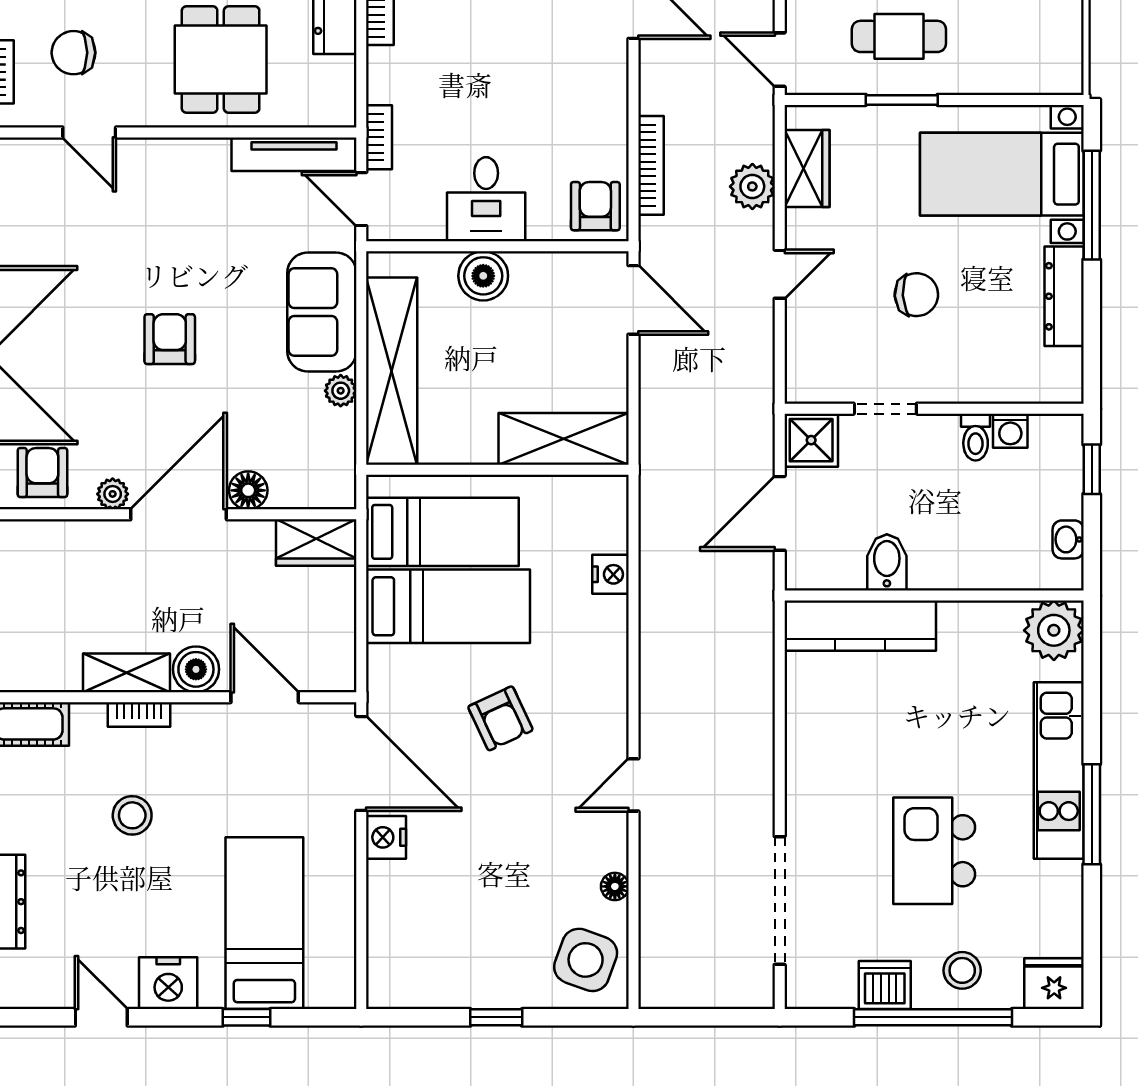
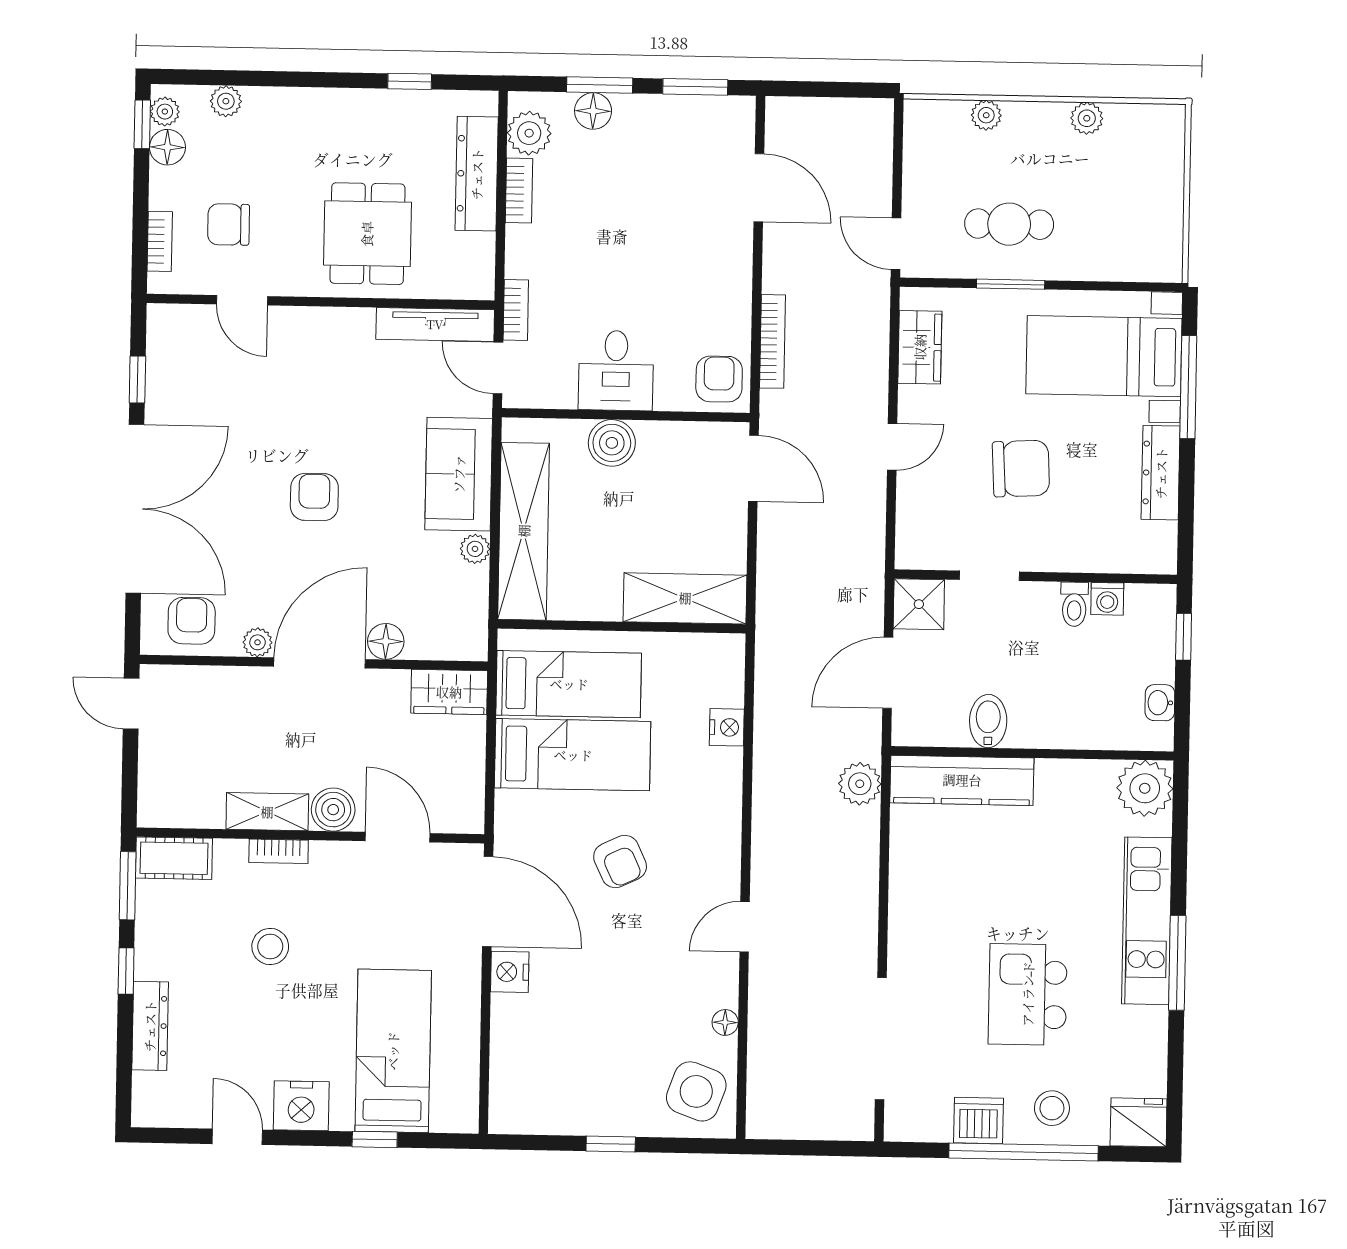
plant: (752, 186) -> (860, 784), moved
chair: (916, 295) -> (1021, 469), width x1.37, depth x1.37

